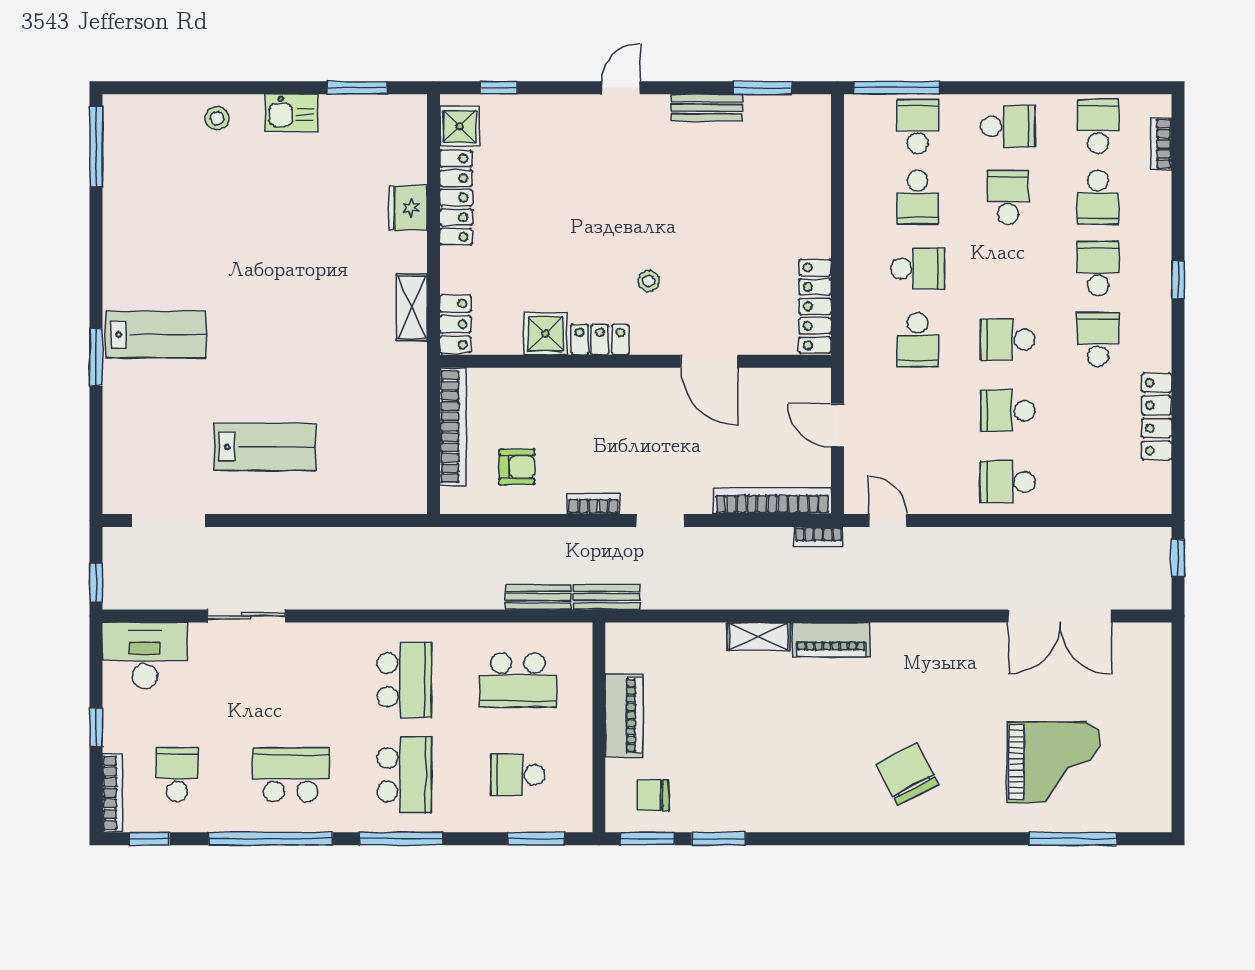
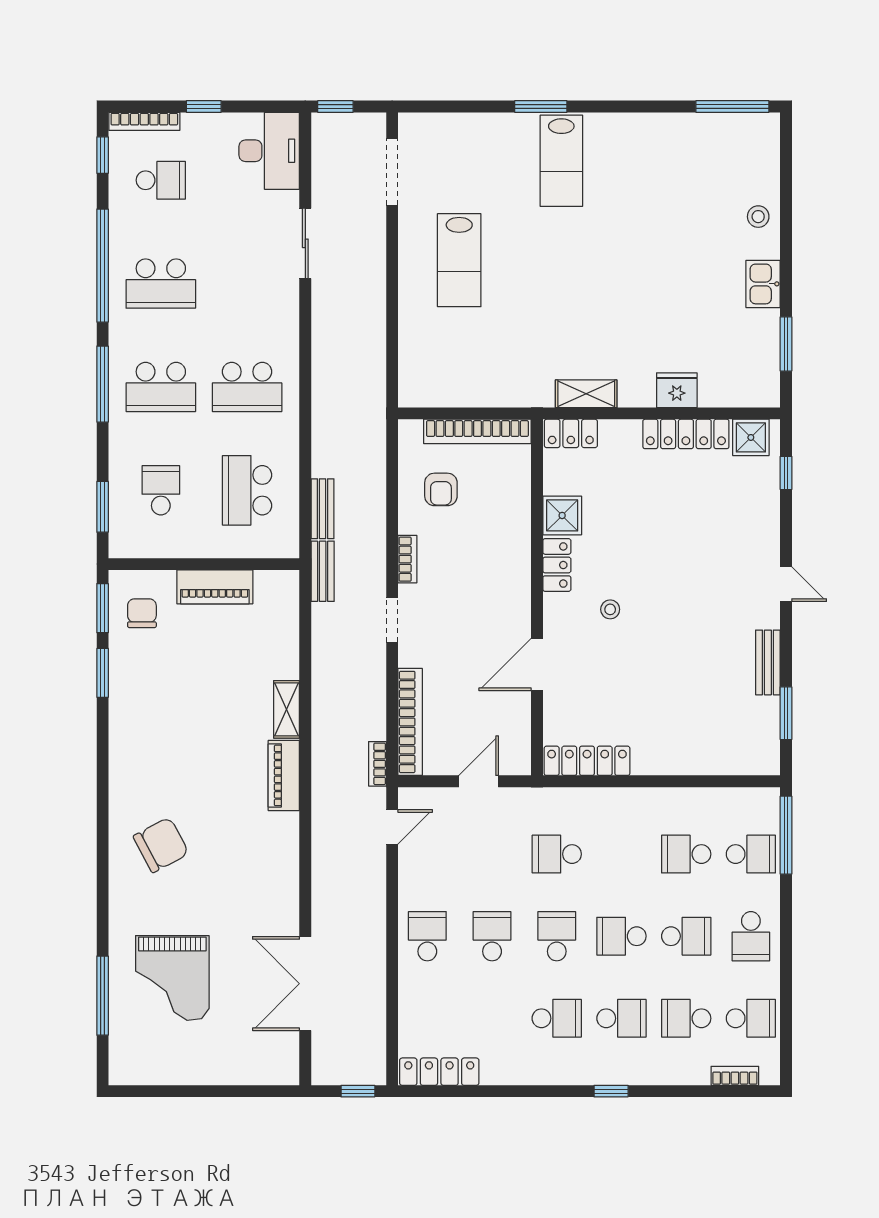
school desk: (918, 269) -> (621, 936), moved, turned 90
locker: (1157, 417) -> (439, 1072), moved
school desk: (291, 775) -> (161, 284), turned 90

